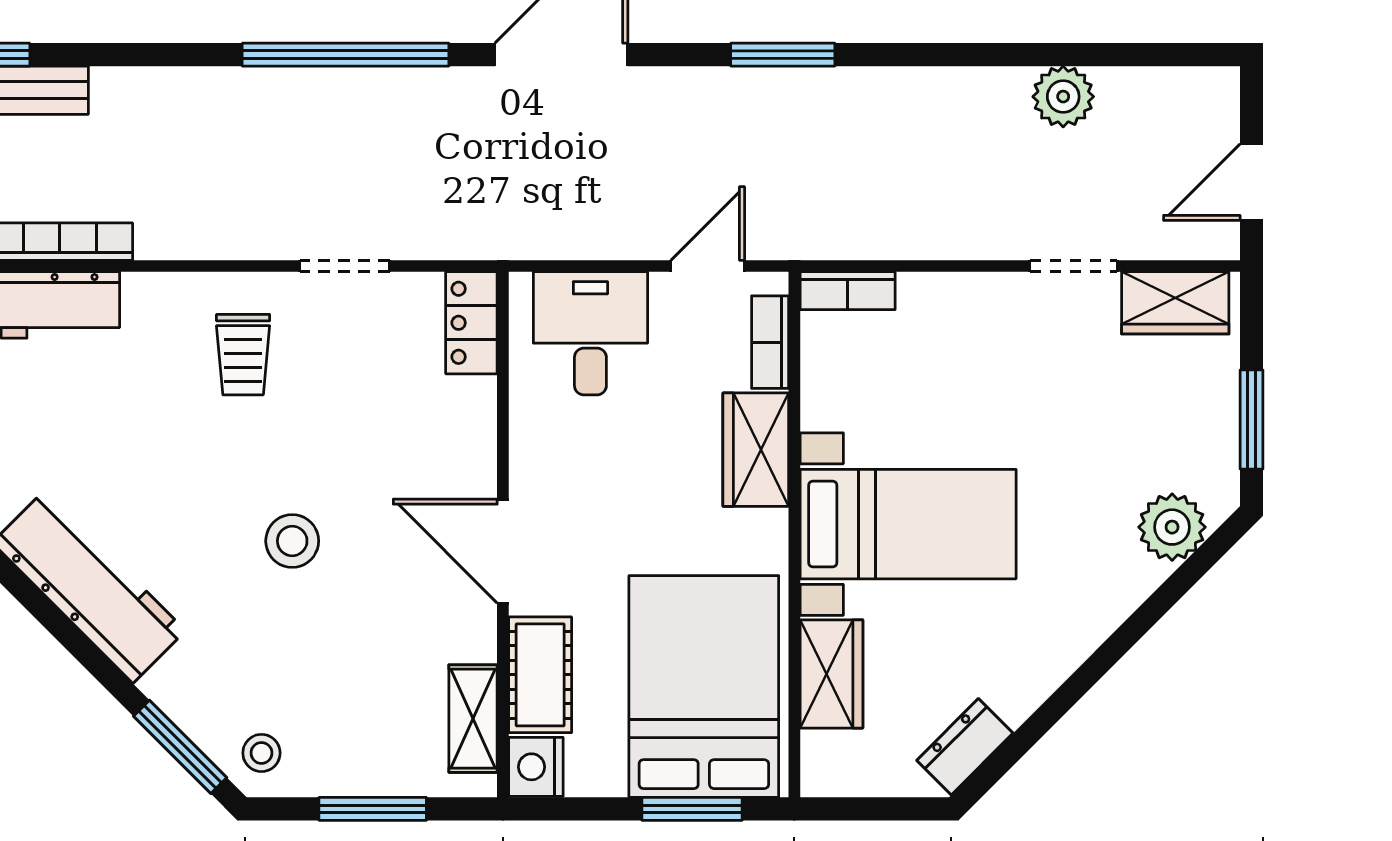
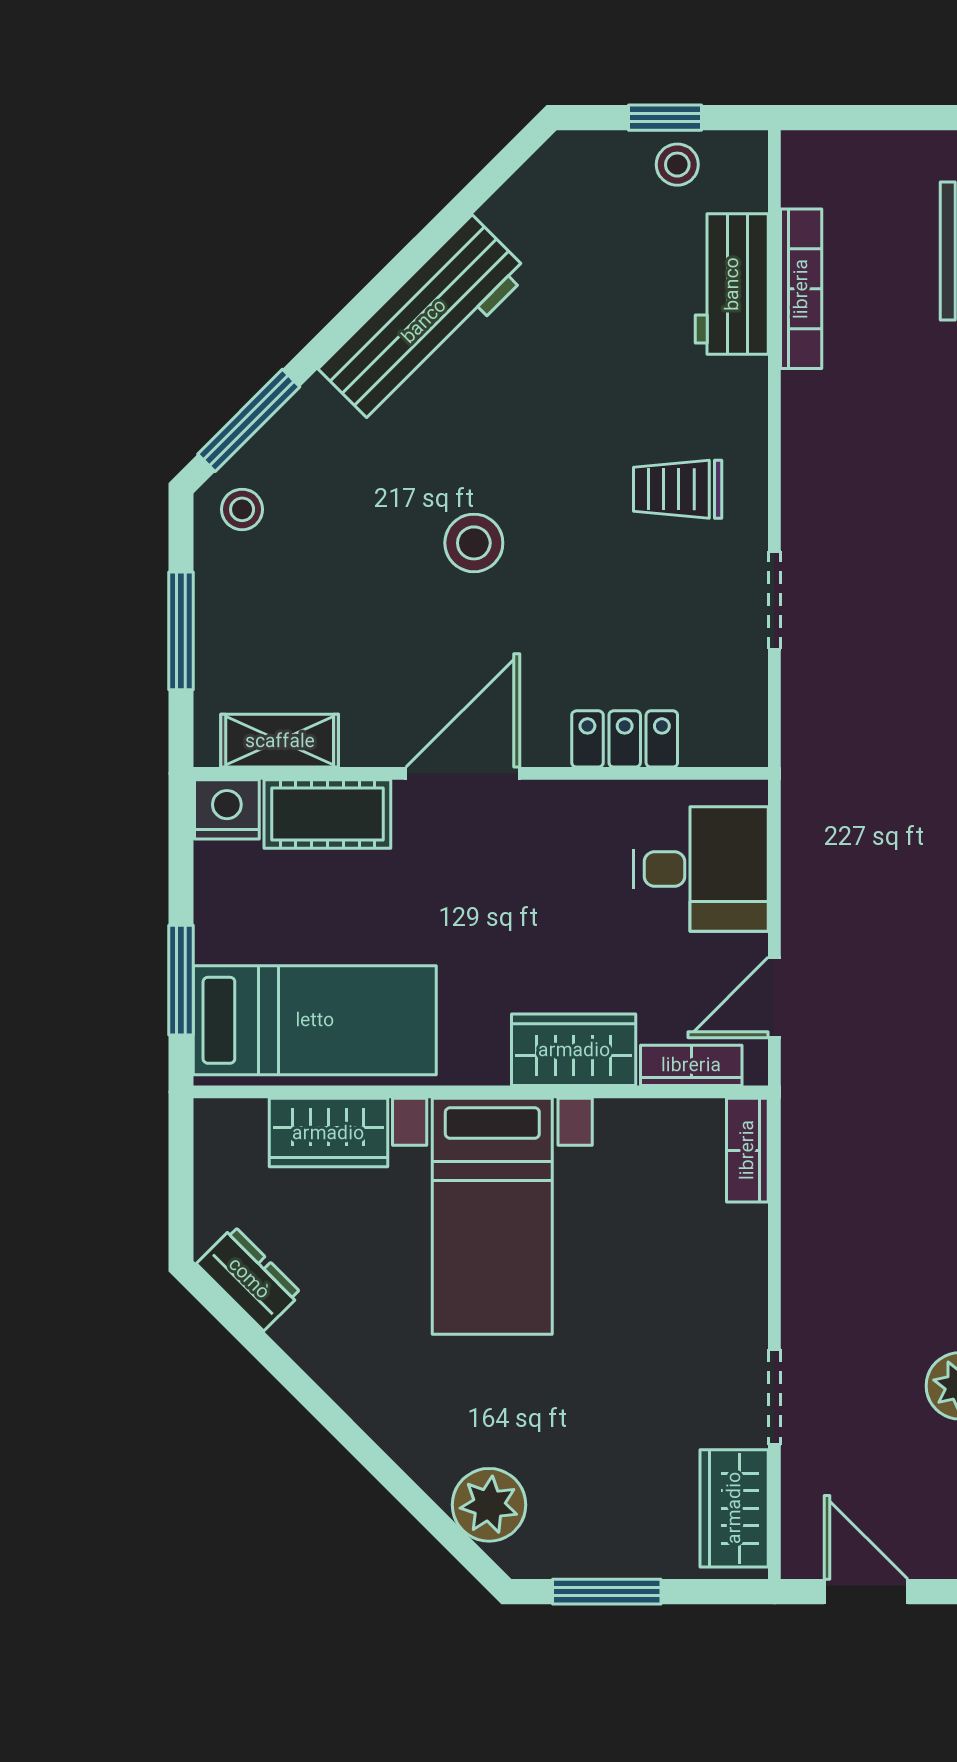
door: (708, 266) -> (774, 997), swing flipped
locker: (471, 323) -> (625, 739), moved
bed: (704, 686) -> (315, 1020), width x0.67

